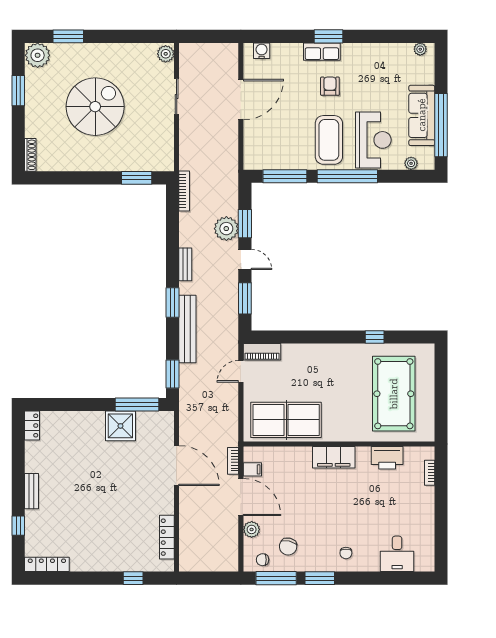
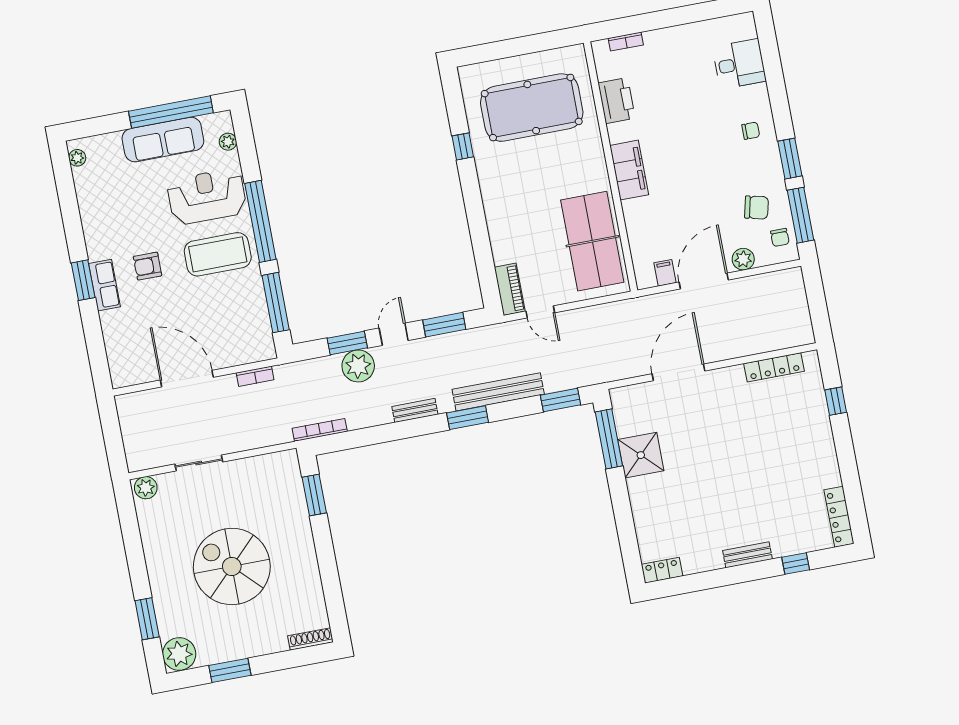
water cooler: (262, 51) -> (118, 364), removed
bookcase: (233, 461) -> (255, 376), moved

